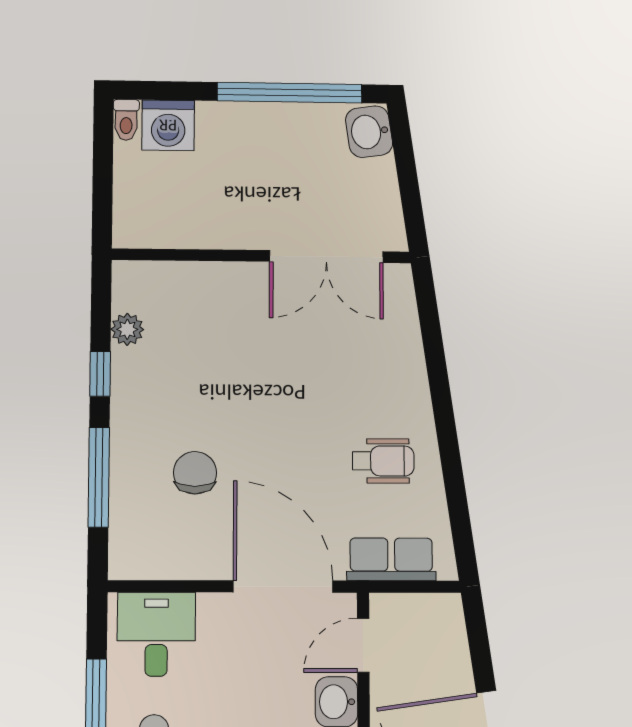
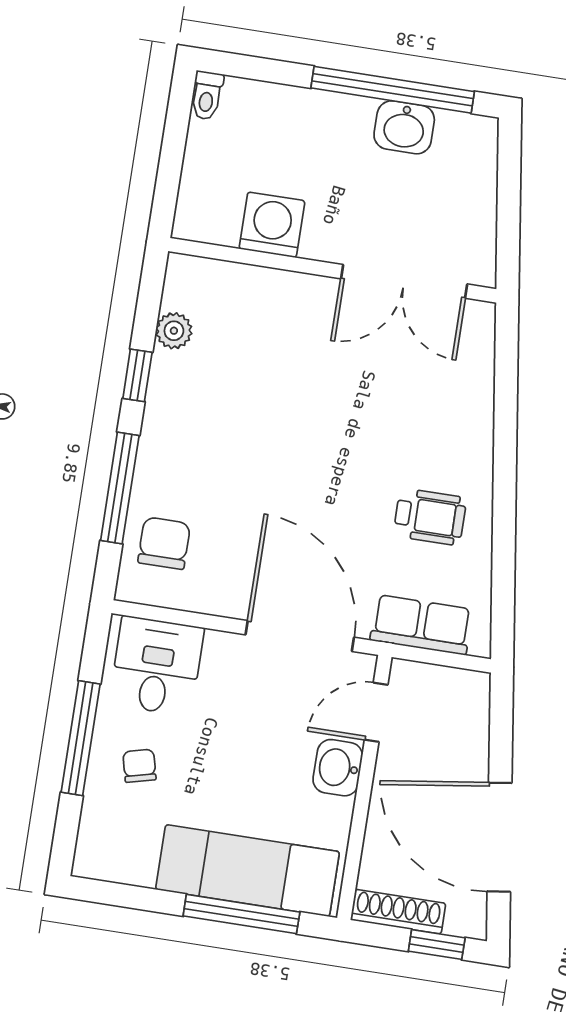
washing machine: (168, 125) -> (272, 225), moved, turned 180
washbasin: (369, 132) -> (404, 127), moved, turned -82
chair: (195, 473) -> (164, 543), moved

